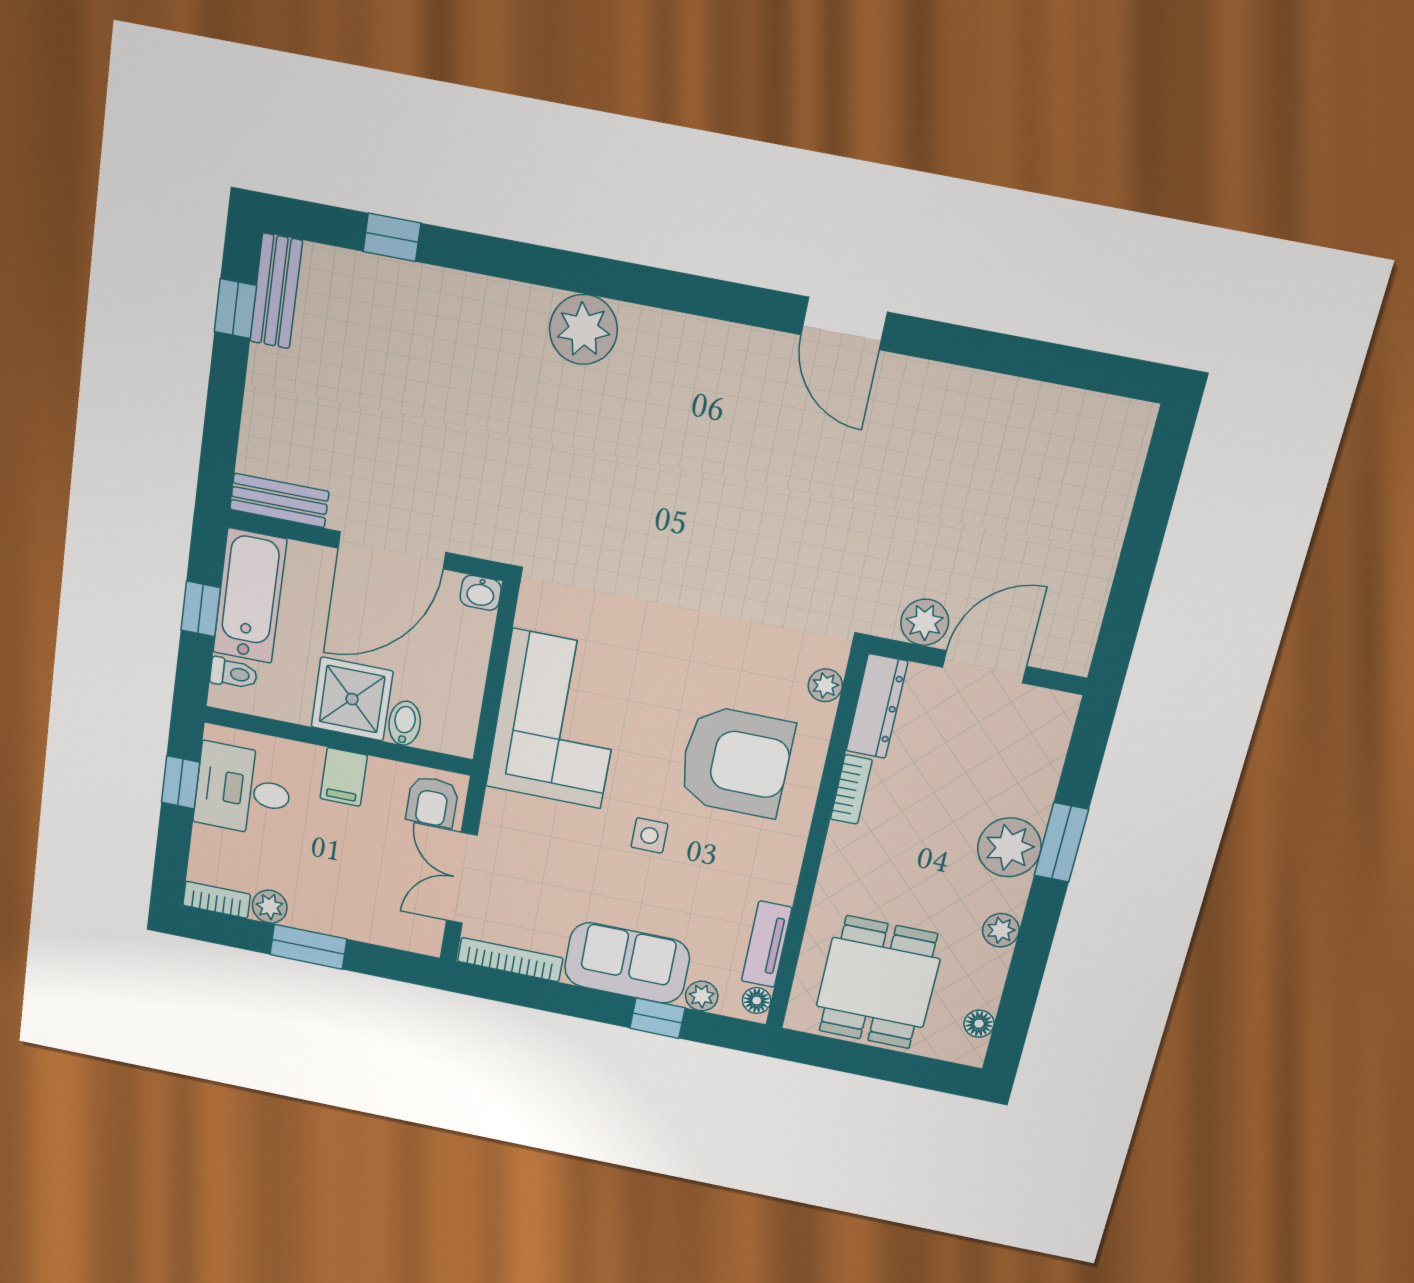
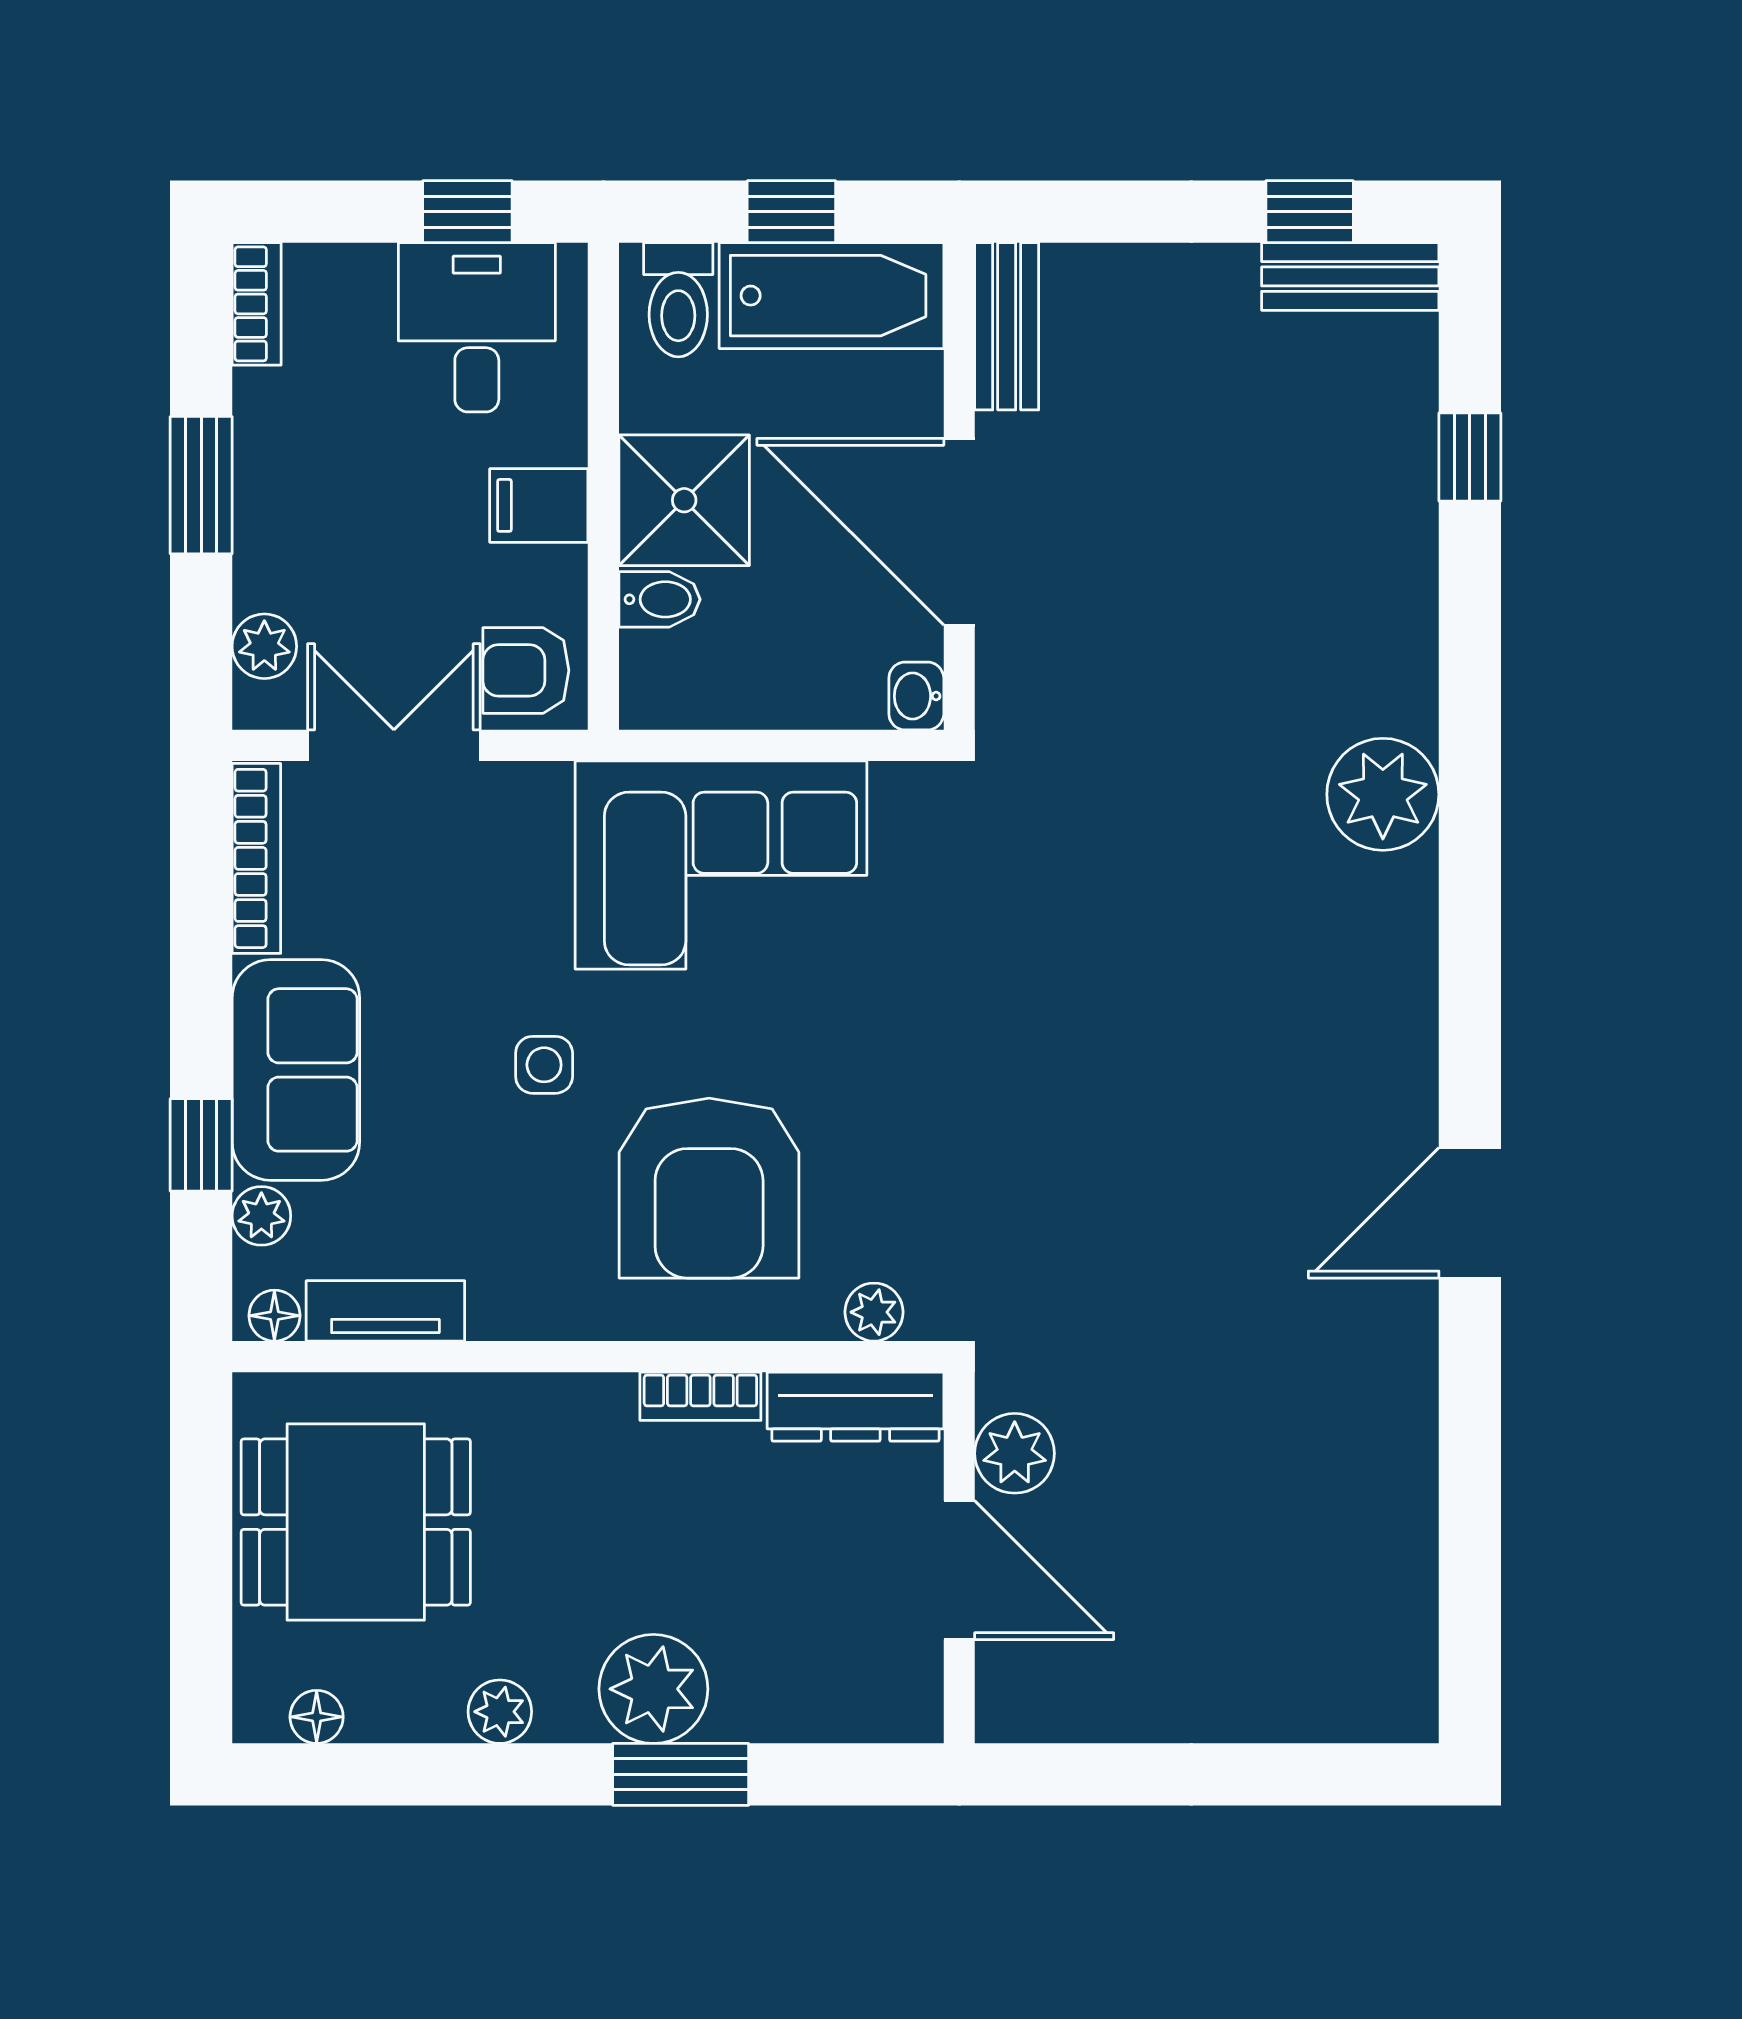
toilet: (234, 673) -> (678, 300), width x1.37, depth x1.39
plant: (270, 907) -> (264, 646), moved

